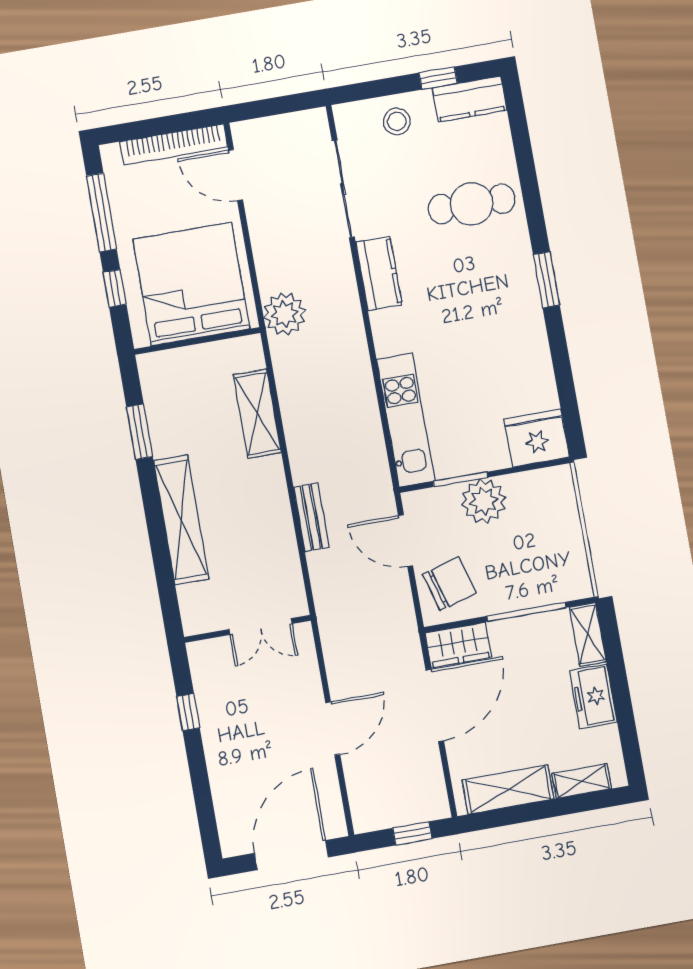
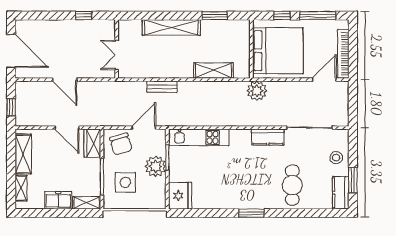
window: (438, 78) -> (353, 180), width x1.50
side table: (529, 559) -> (125, 182), added
door: (435, 705) -> (67, 128), width x0.73

